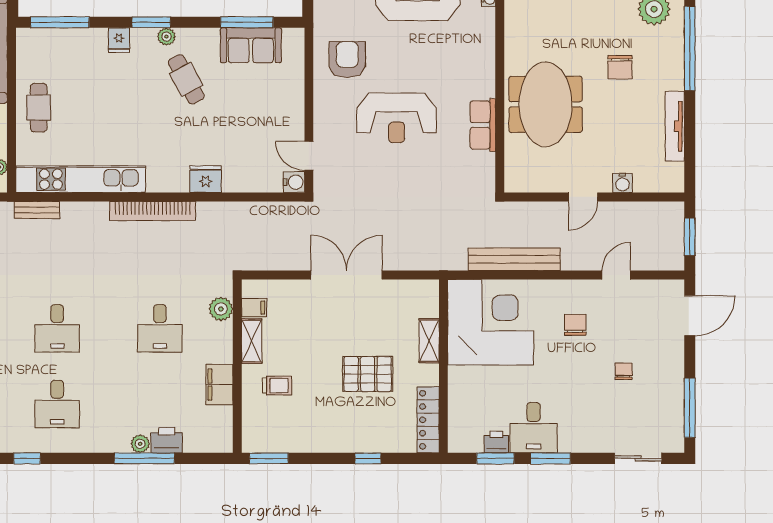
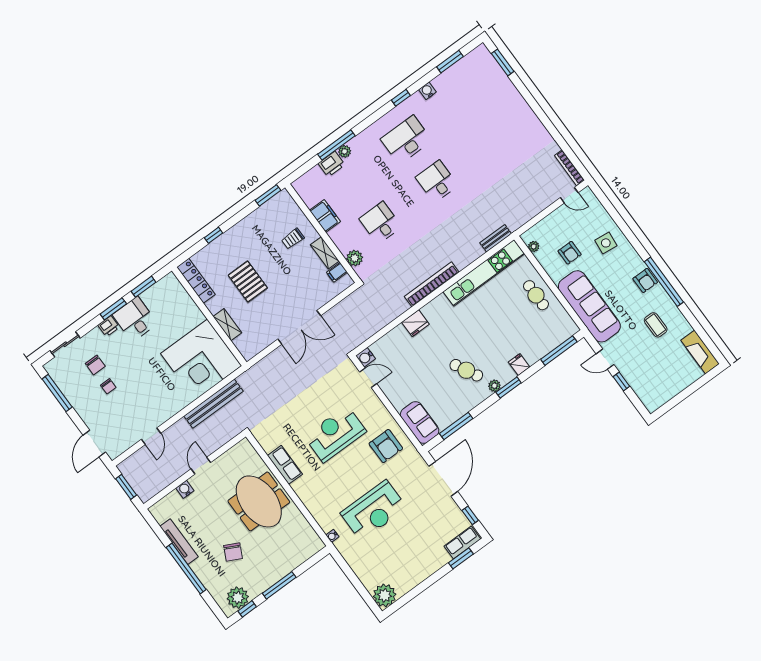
sofa: (251, 45) -> (420, 423), moved, turned 90
window: (690, 48) -> (186, 569), moved
chair: (620, 67) -> (233, 552), turned -153
chair: (575, 325) -> (95, 365), moved
pallet: (368, 374) -> (248, 282), turned 90
desk: (57, 404) -> (406, 140), width x1.37
printer: (496, 442) -> (109, 326), moved

